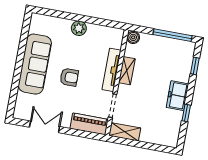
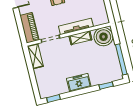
boiler: (133, 37) -> (103, 37), width x1.86, depth x1.86
window: (186, 113) -> (53, 98), moved

